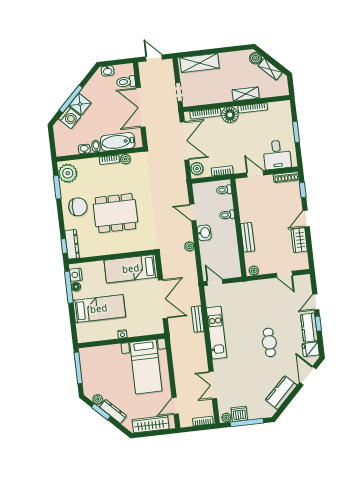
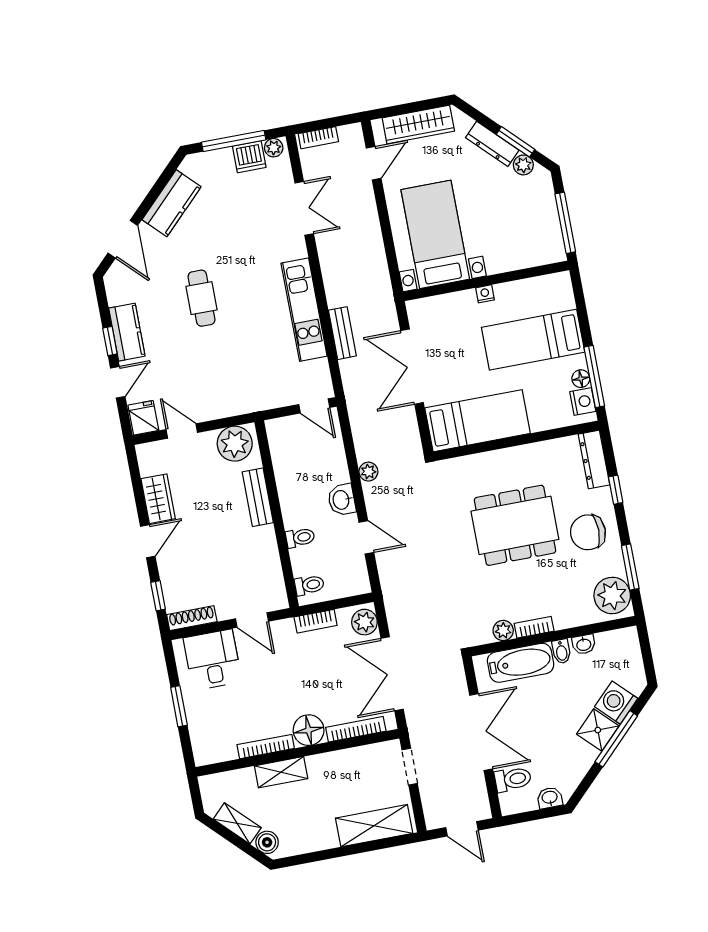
window: (64, 246) -> (616, 490), moved
plant: (254, 271) -> (235, 444), width x1.88, depth x1.88
fridge: (311, 349) -> (143, 418), moved, turned -90

